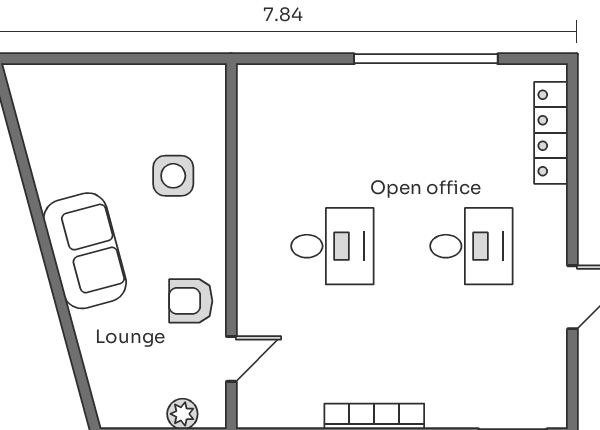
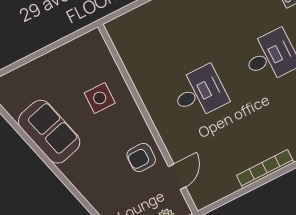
sofa: (85, 251) -> (49, 132), moved

